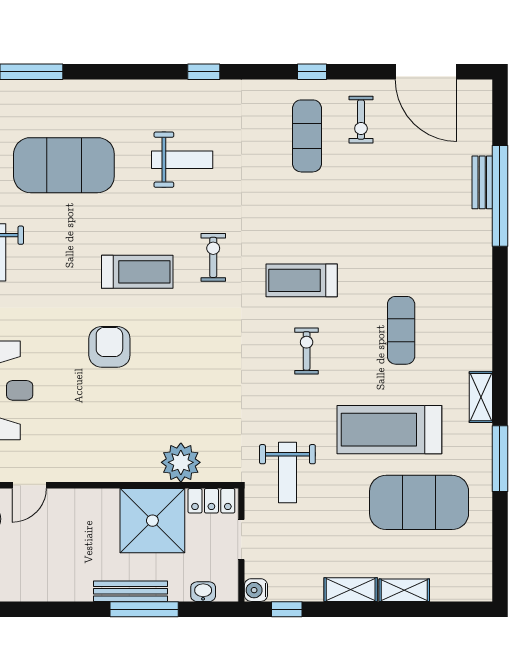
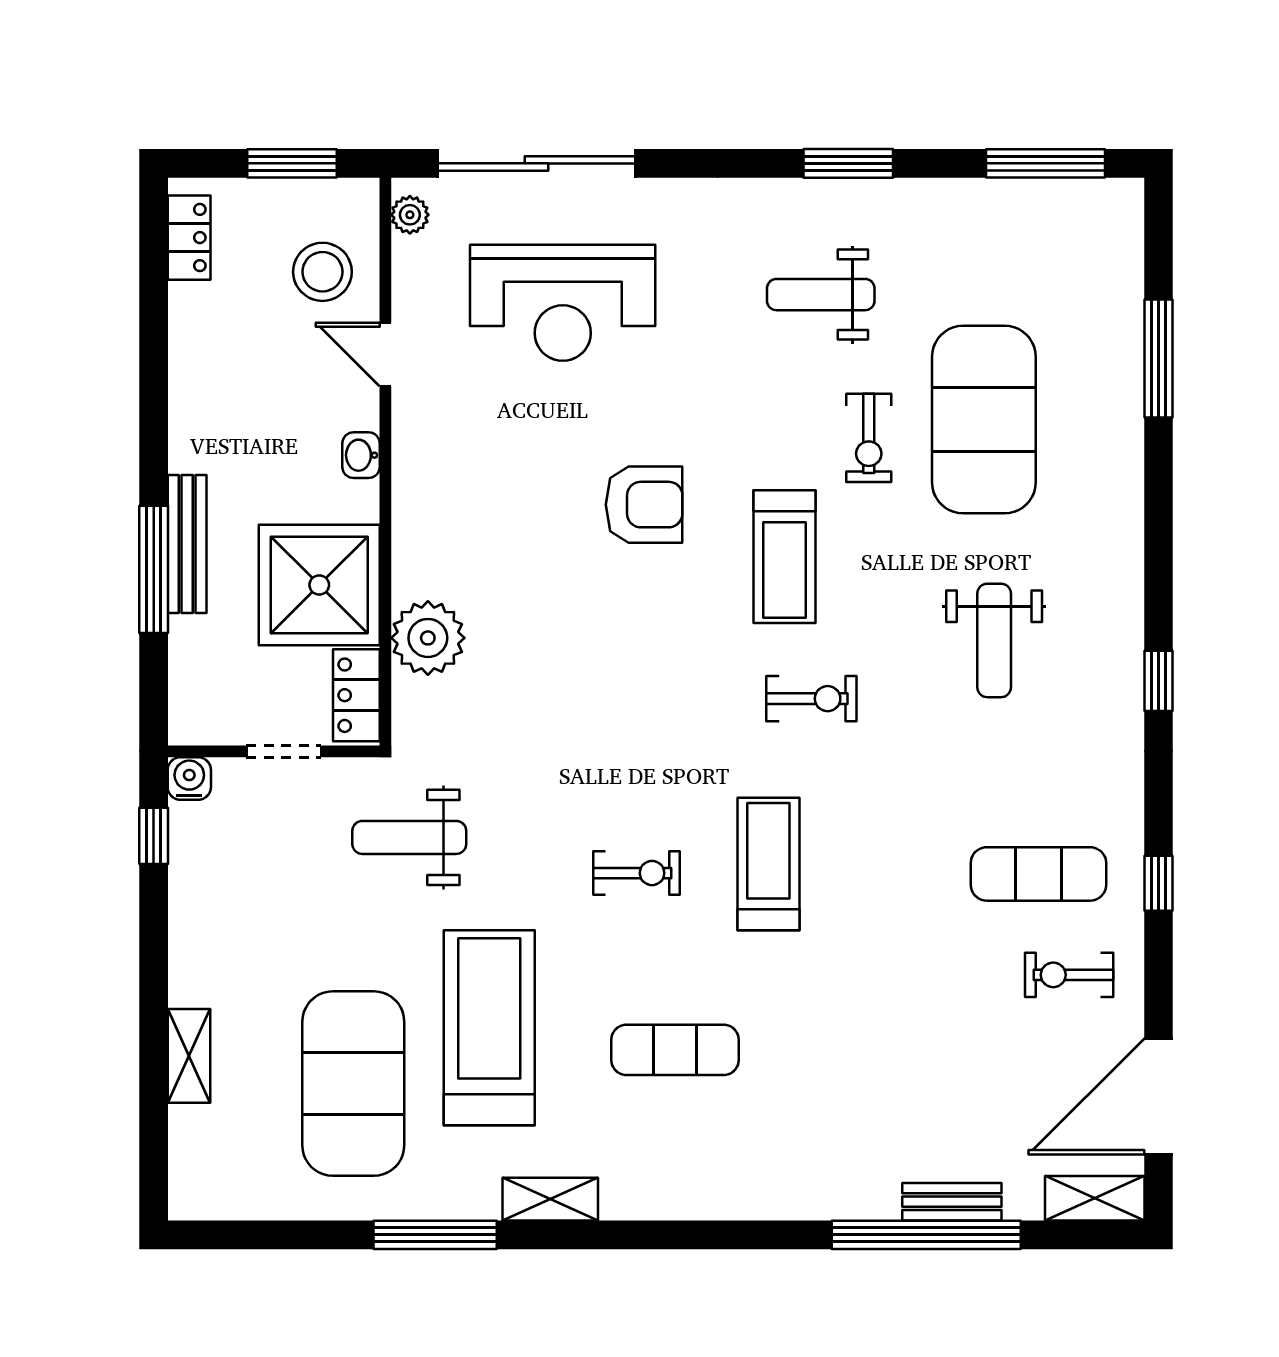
exercise bike: (74, 227) -> (869, 438), added
shelving: (351, 590) -> (1095, 1198), moved, turned 90
washbasin: (203, 592) -> (361, 455), moved, turned 180

